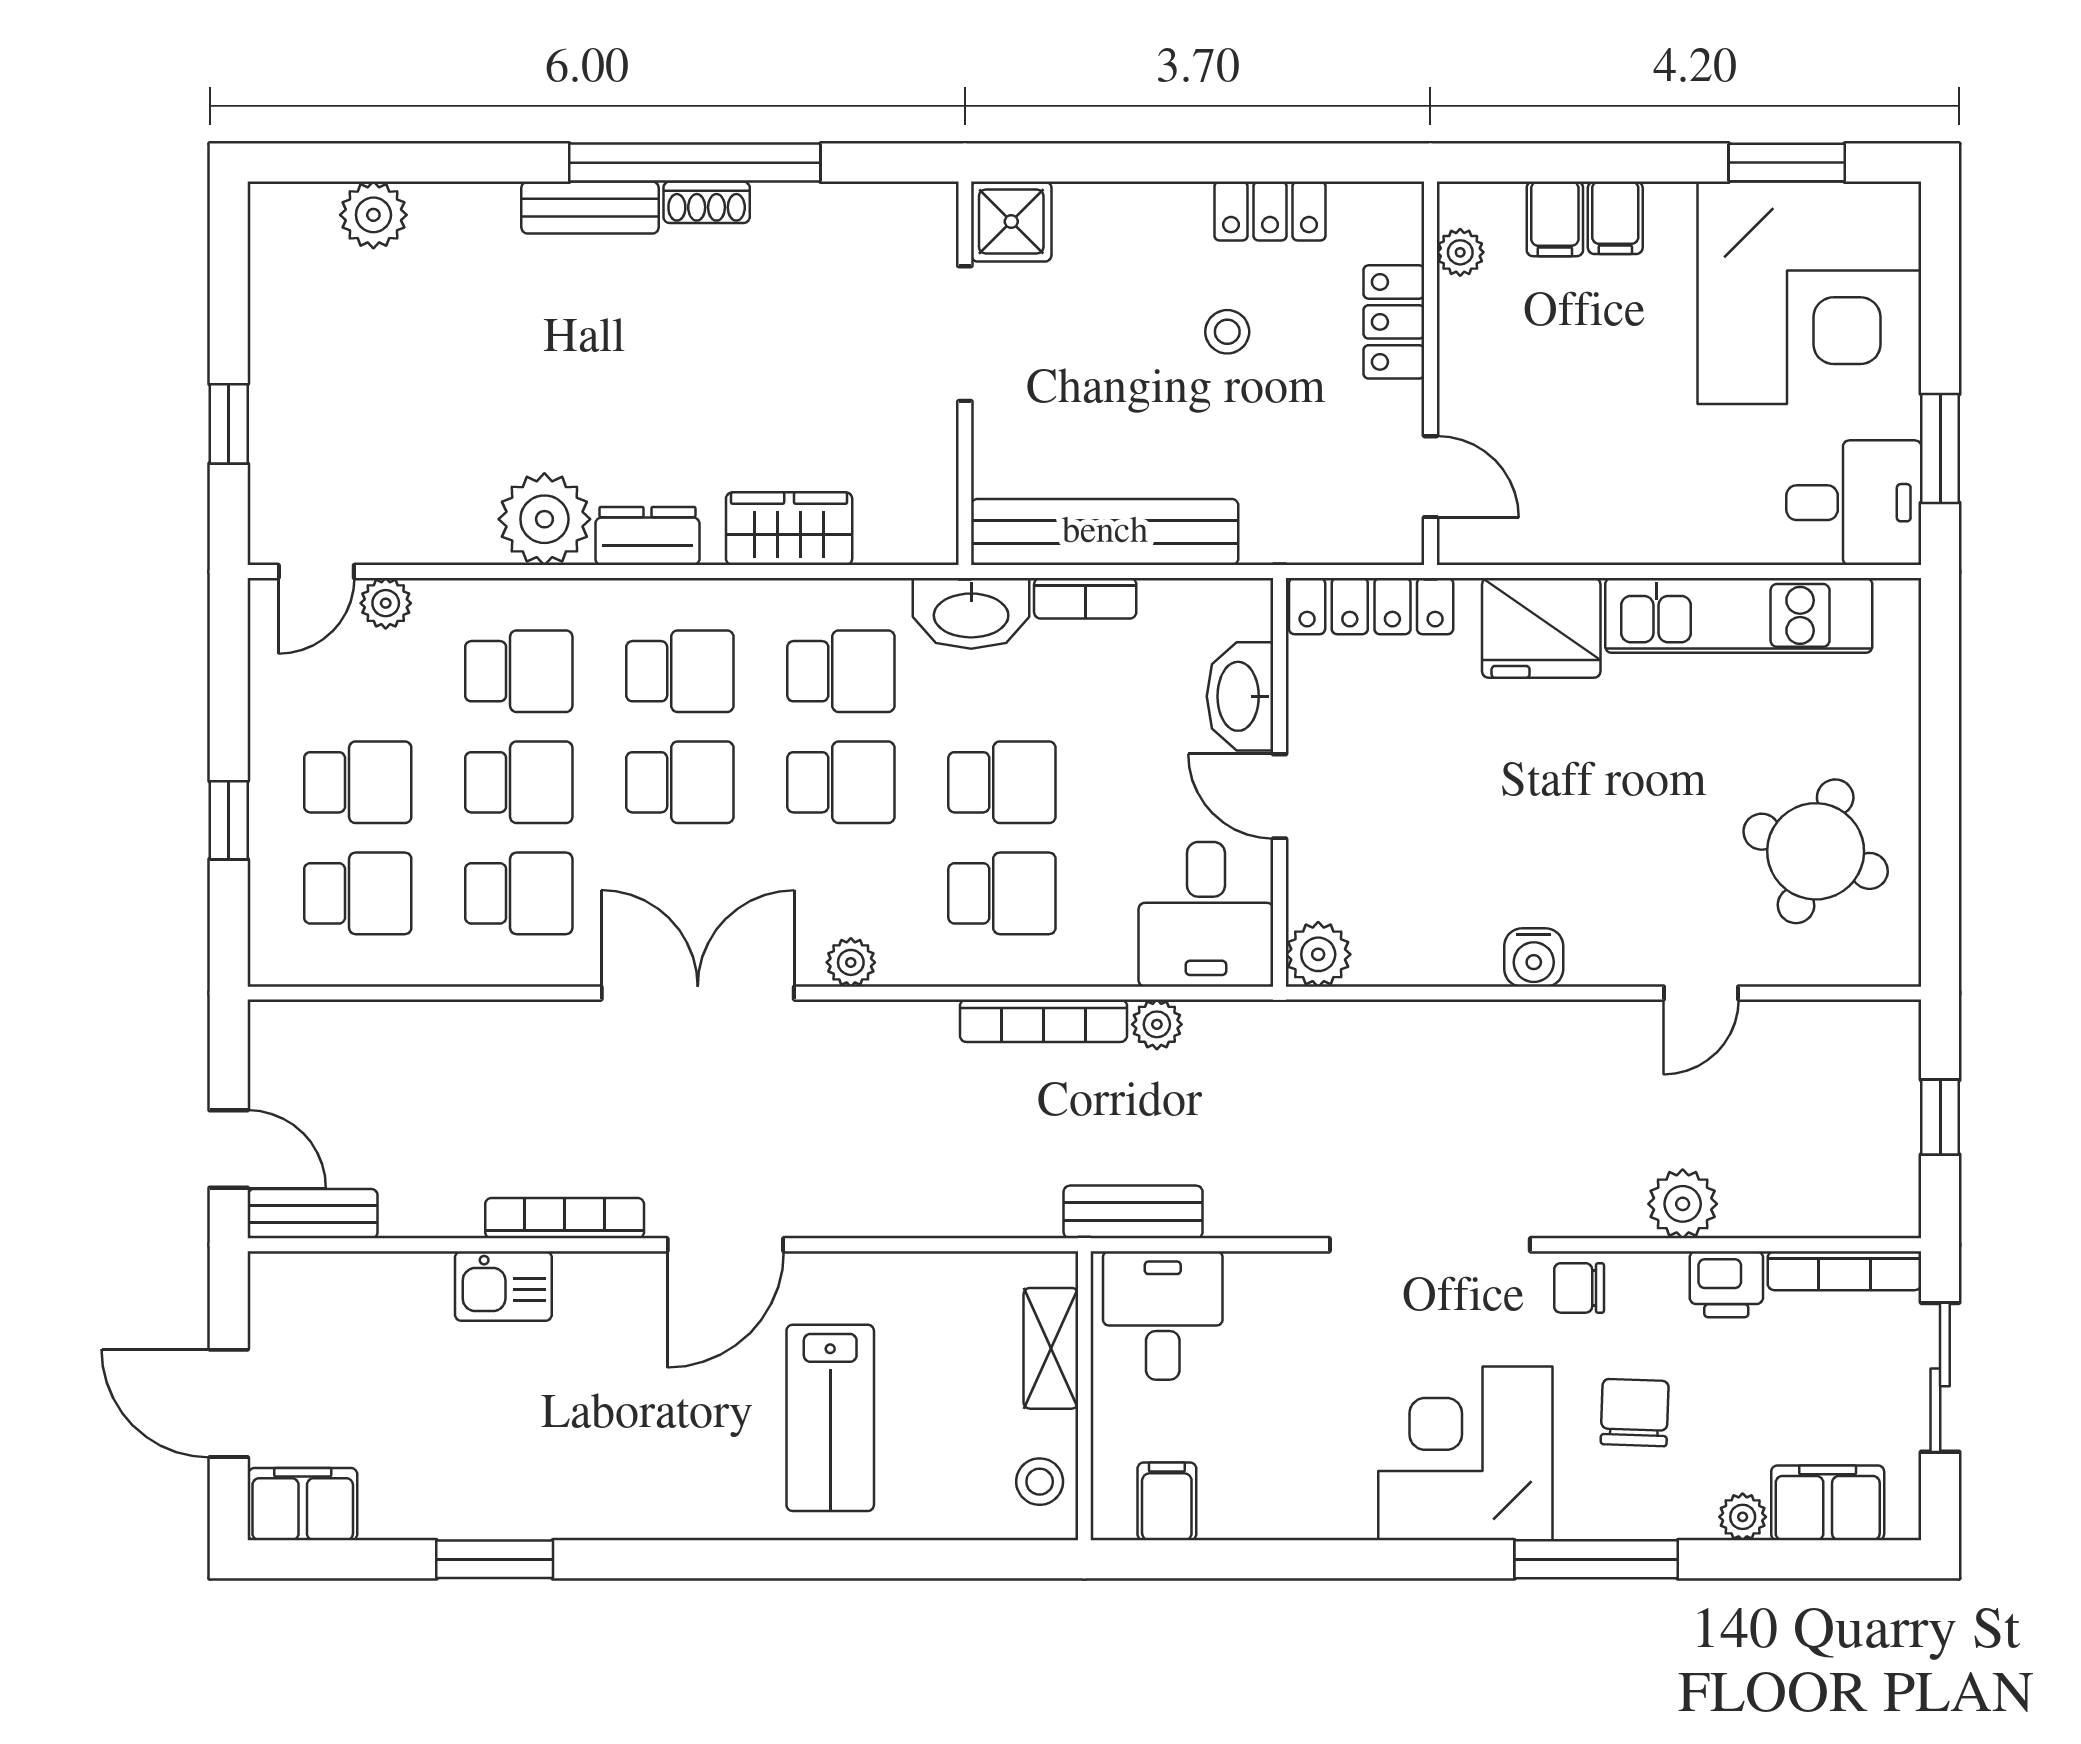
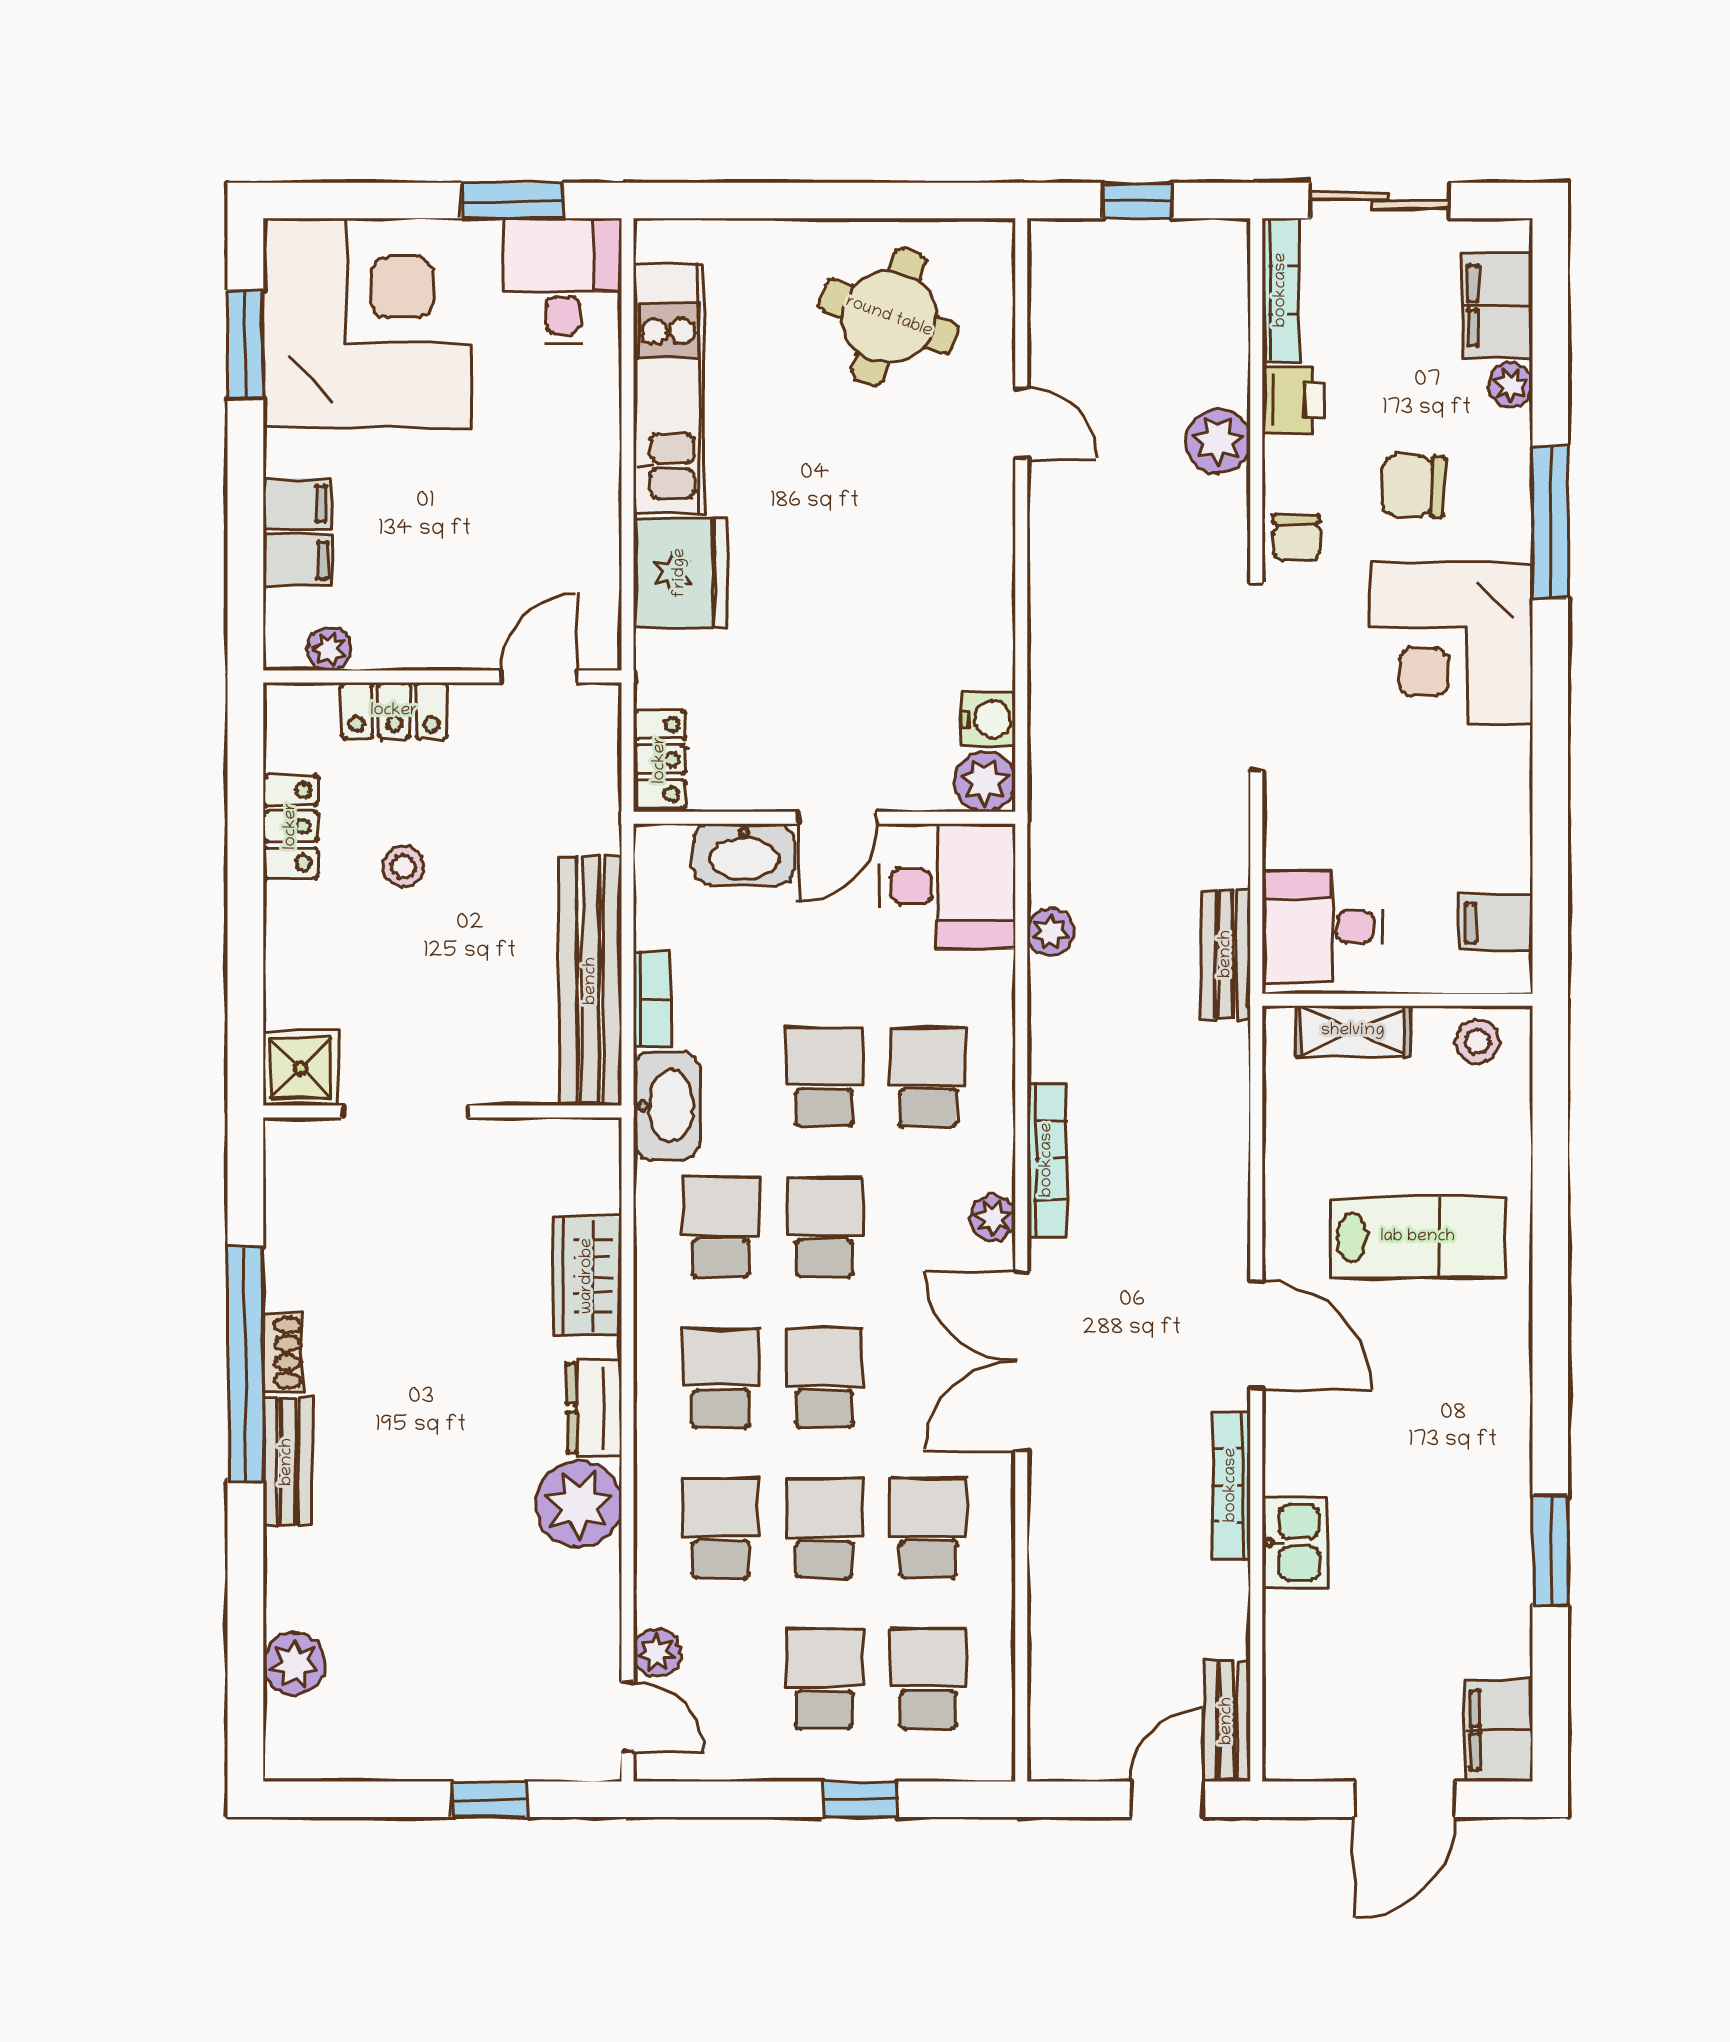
locker: (1371, 606) -> (660, 760), width x0.66
water cooler: (1534, 957) -> (988, 719), moved
bookcase: (1043, 1021) -> (1047, 1160), moved

